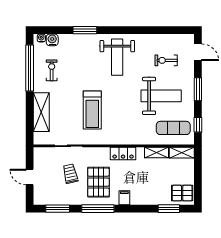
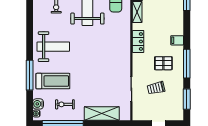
window: (85, 30) -> (30, 75), width x1.44
treadmill: (92, 110) -> (53, 81), moved
pallet: (98, 182) -> (163, 63), width x0.67, depth x0.71

